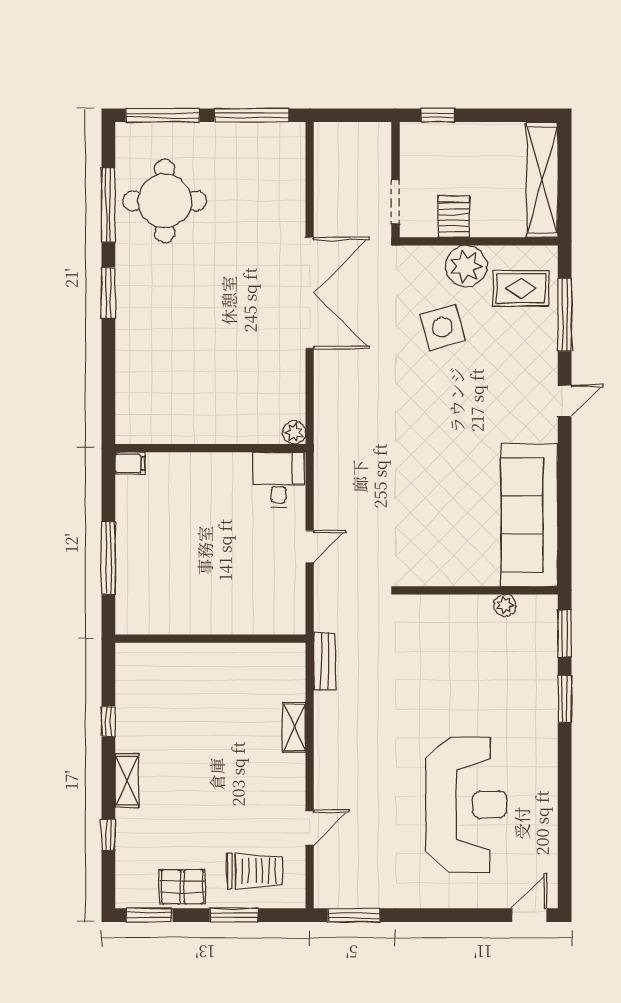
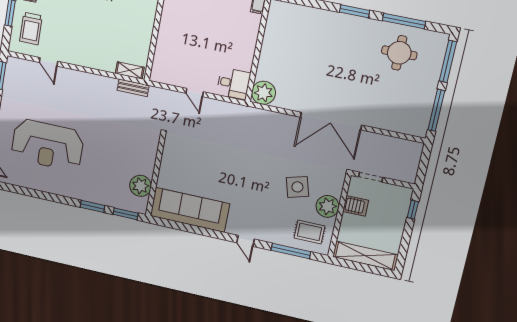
round table: (165, 201) -> (399, 53), width x0.73, depth x0.73
rug: (521, 288) -> (309, 232), turned 90
plant: (294, 433) -> (264, 93), width x1.87, depth x1.87
plant: (505, 605) -> (140, 186), width x1.88, depth x1.88
shelving: (294, 727) -> (130, 70), moved

